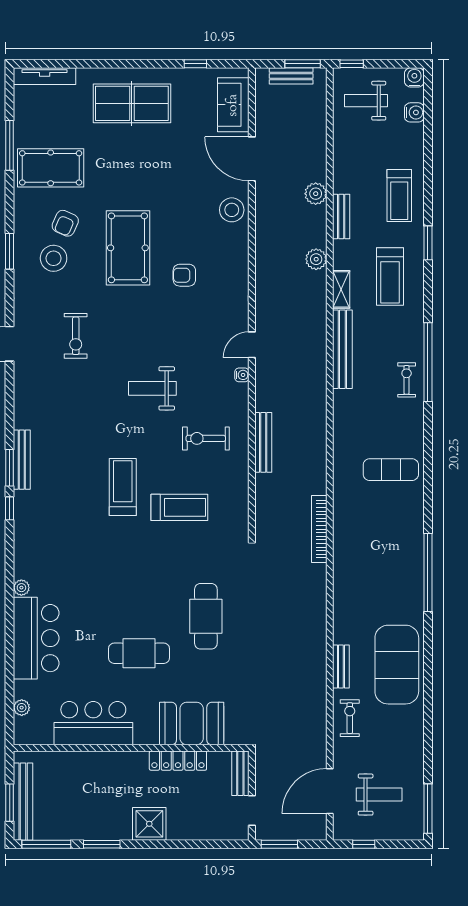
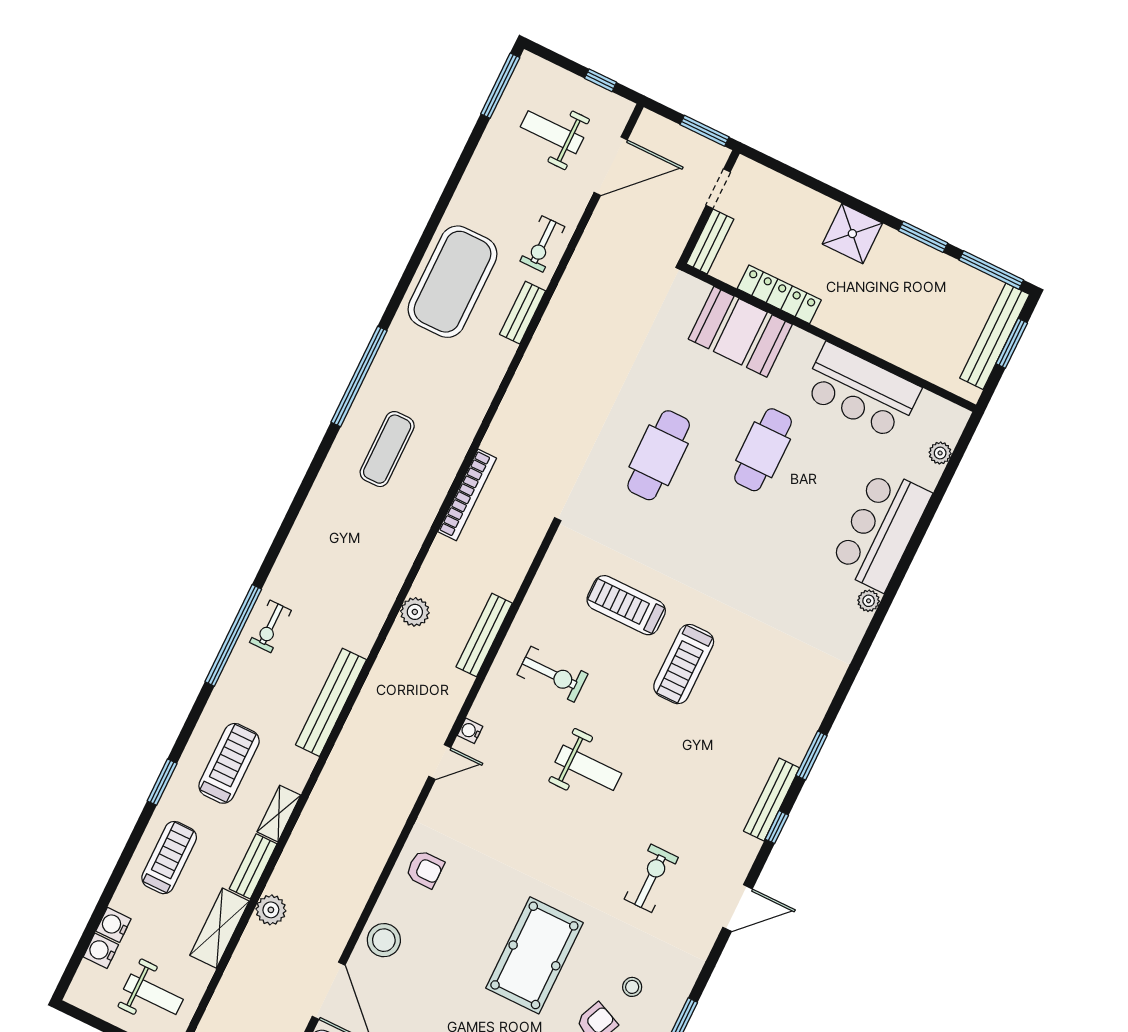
water cooler: (414, 77) -> (113, 925), moved, turned 90
shelving: (344, 165) -> (220, 928), added
stool: (54, 258) -> (632, 987), width x0.53, depth x0.53
plant: (316, 259) -> (415, 612), moved
armchair: (184, 275) -> (425, 869), moved
shelving: (341, 289) -> (279, 814), moved
bench: (22, 460) -> (772, 799), moved
exercise mat: (391, 470) -> (387, 449), moved, turned 90
window: (10, 508) -> (777, 827), moved
cafe table: (139, 653) -> (763, 450), turned 90

